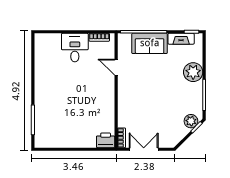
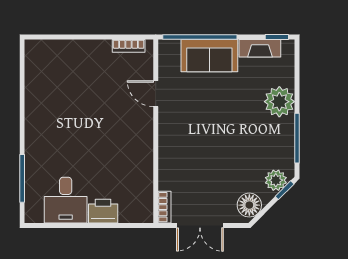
desk: (75, 48) -> (66, 200), moved, turned 180
floor lamp: (174, 137) -> (249, 205), added
printer: (106, 140) -> (103, 211), moved
double door: (144, 149) -> (200, 225), swing flipped

